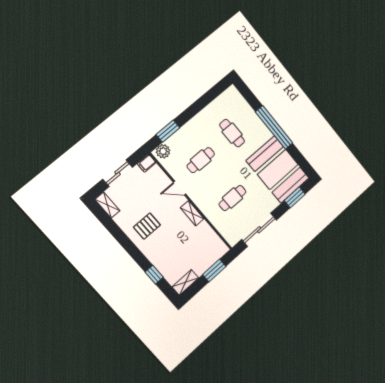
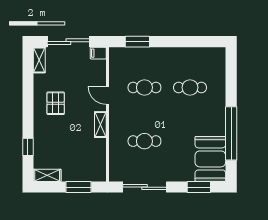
window: (274, 127) -> (231, 133), moved
cafe table: (232, 133) -> (190, 88), turned 90
plant: (163, 151) -> (120, 55), removed
booth: (278, 169) -> (210, 159), width x0.73, depth x0.70
sliding door: (117, 173) -> (68, 42), width x1.37
pallet: (147, 226) -> (56, 103), turned 90

